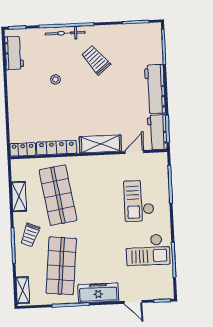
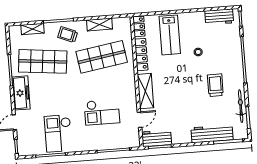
bicycle: (65, 33) -> (241, 106), moved
trolley: (96, 60) -> (215, 85), turned -51
workbench: (155, 89) -> (212, 134), moved
lab bench: (34, 113) -> (170, 35), added
door: (134, 152) -> (140, 120), hinge flipped
checkout: (139, 201) -> (102, 112), moved, turned 180
shelving: (23, 290) -> (33, 29), moved

